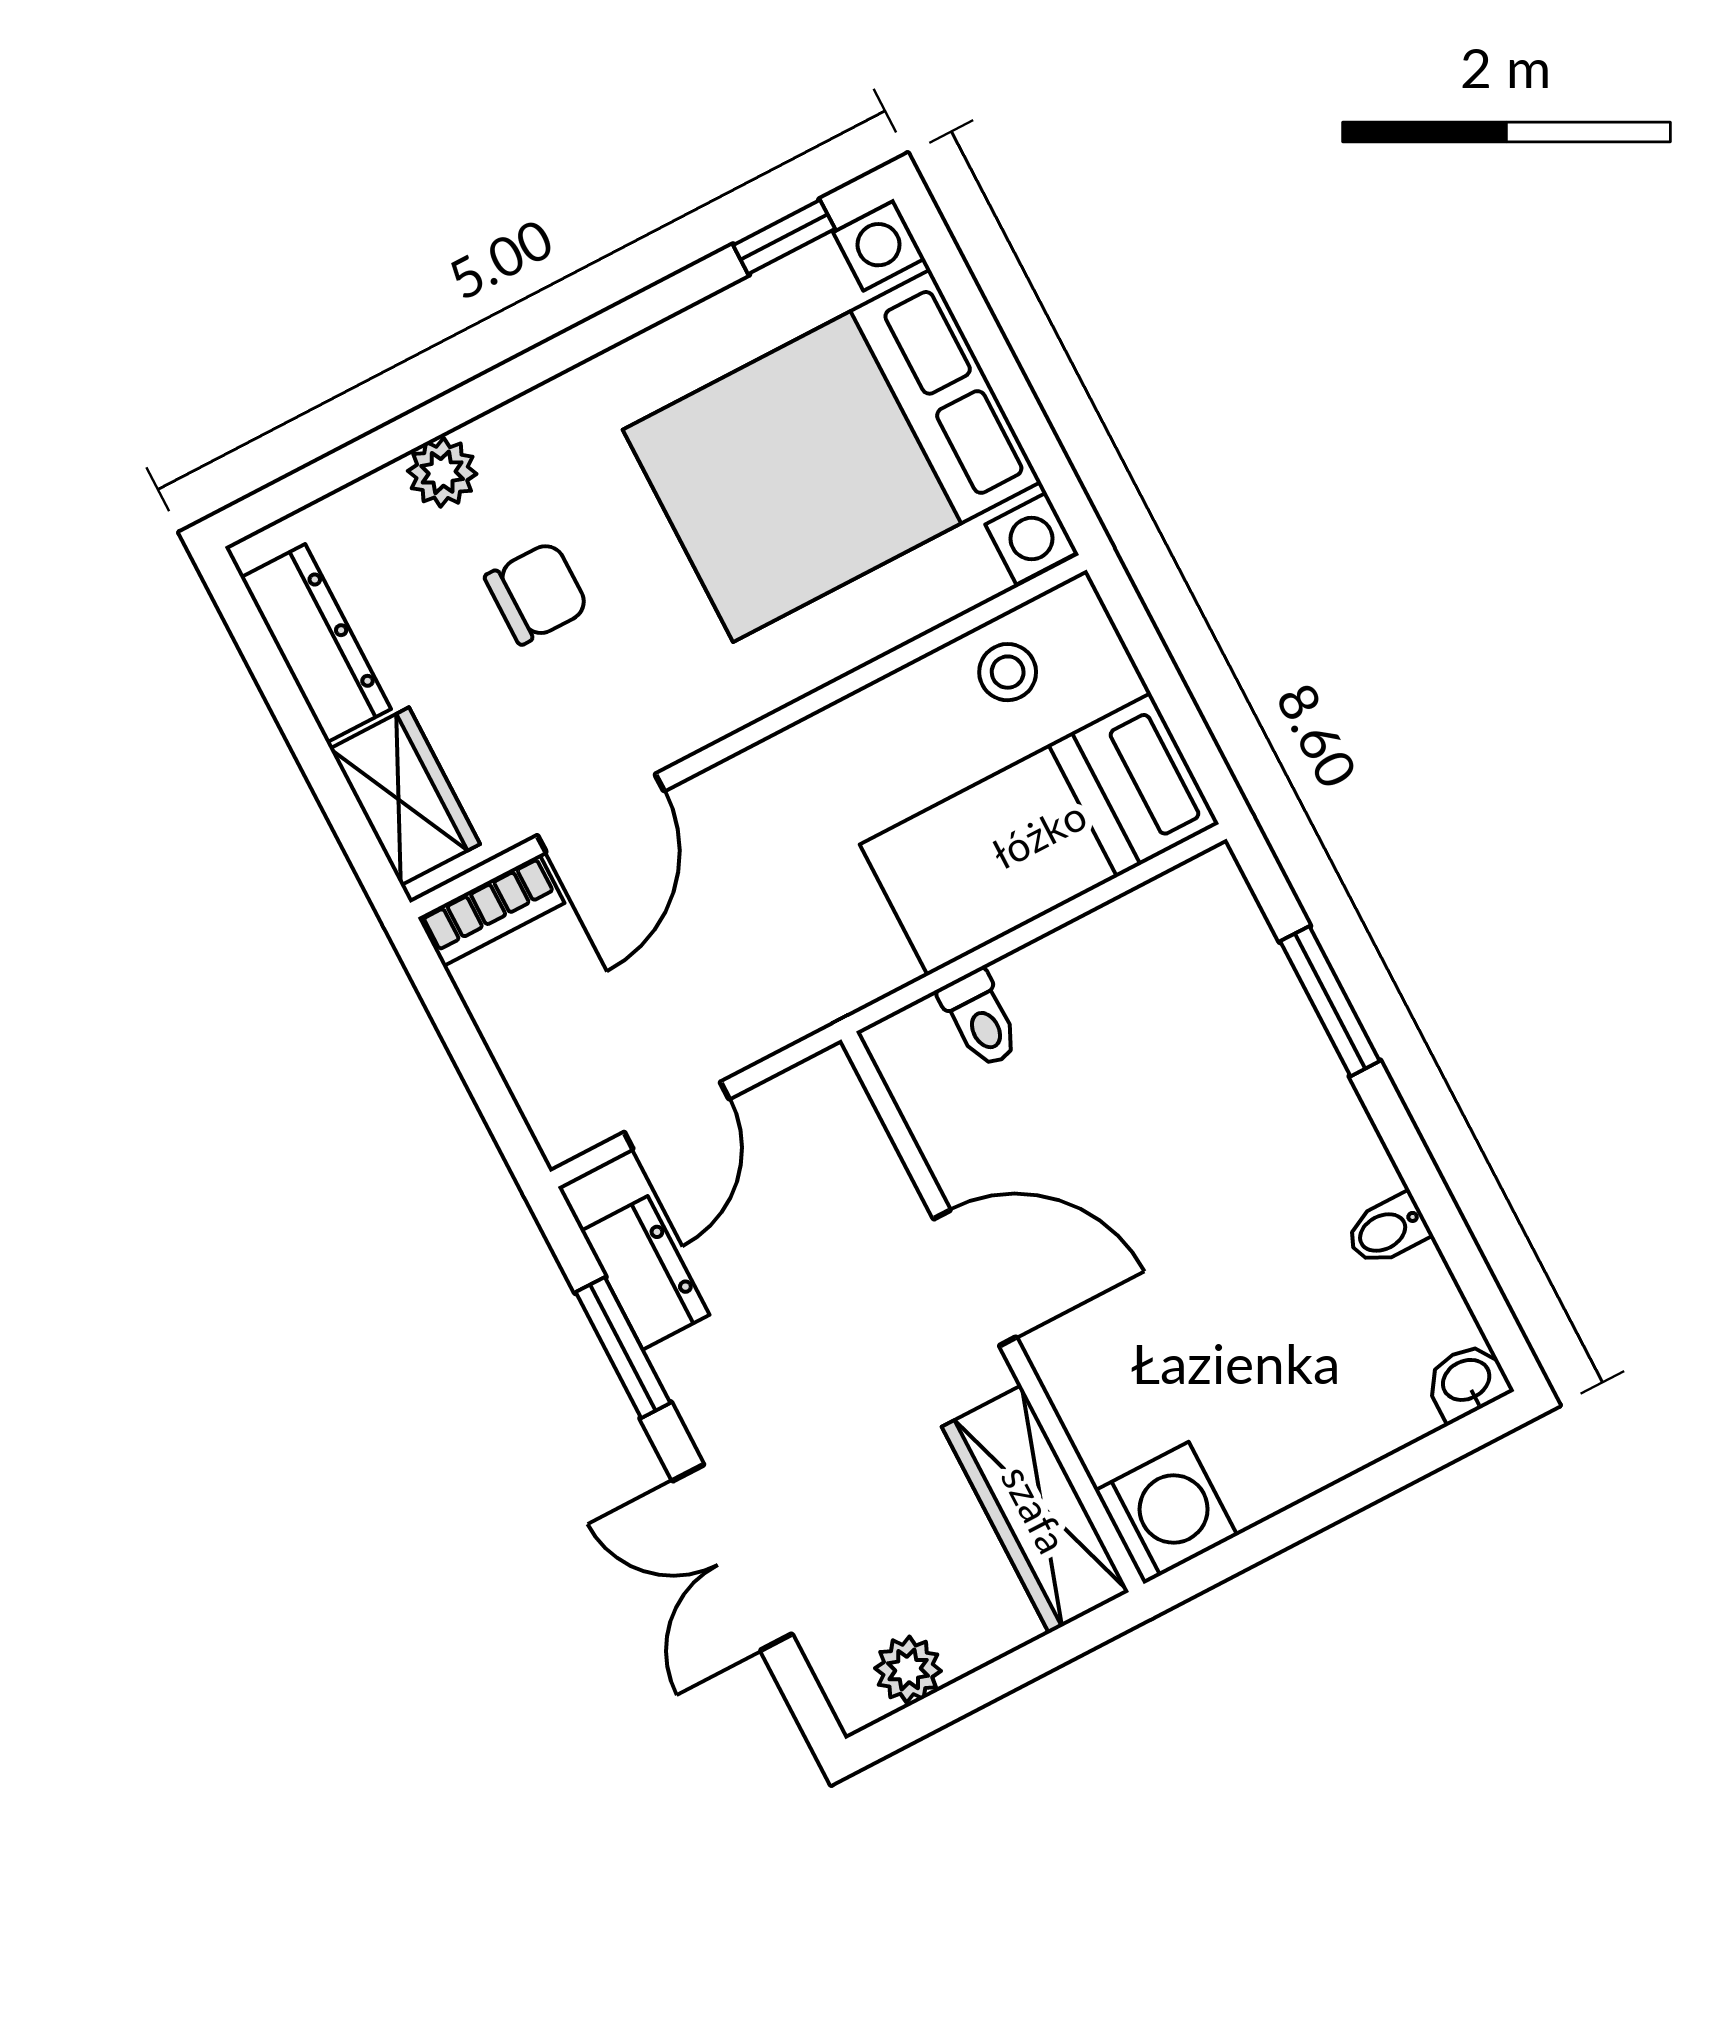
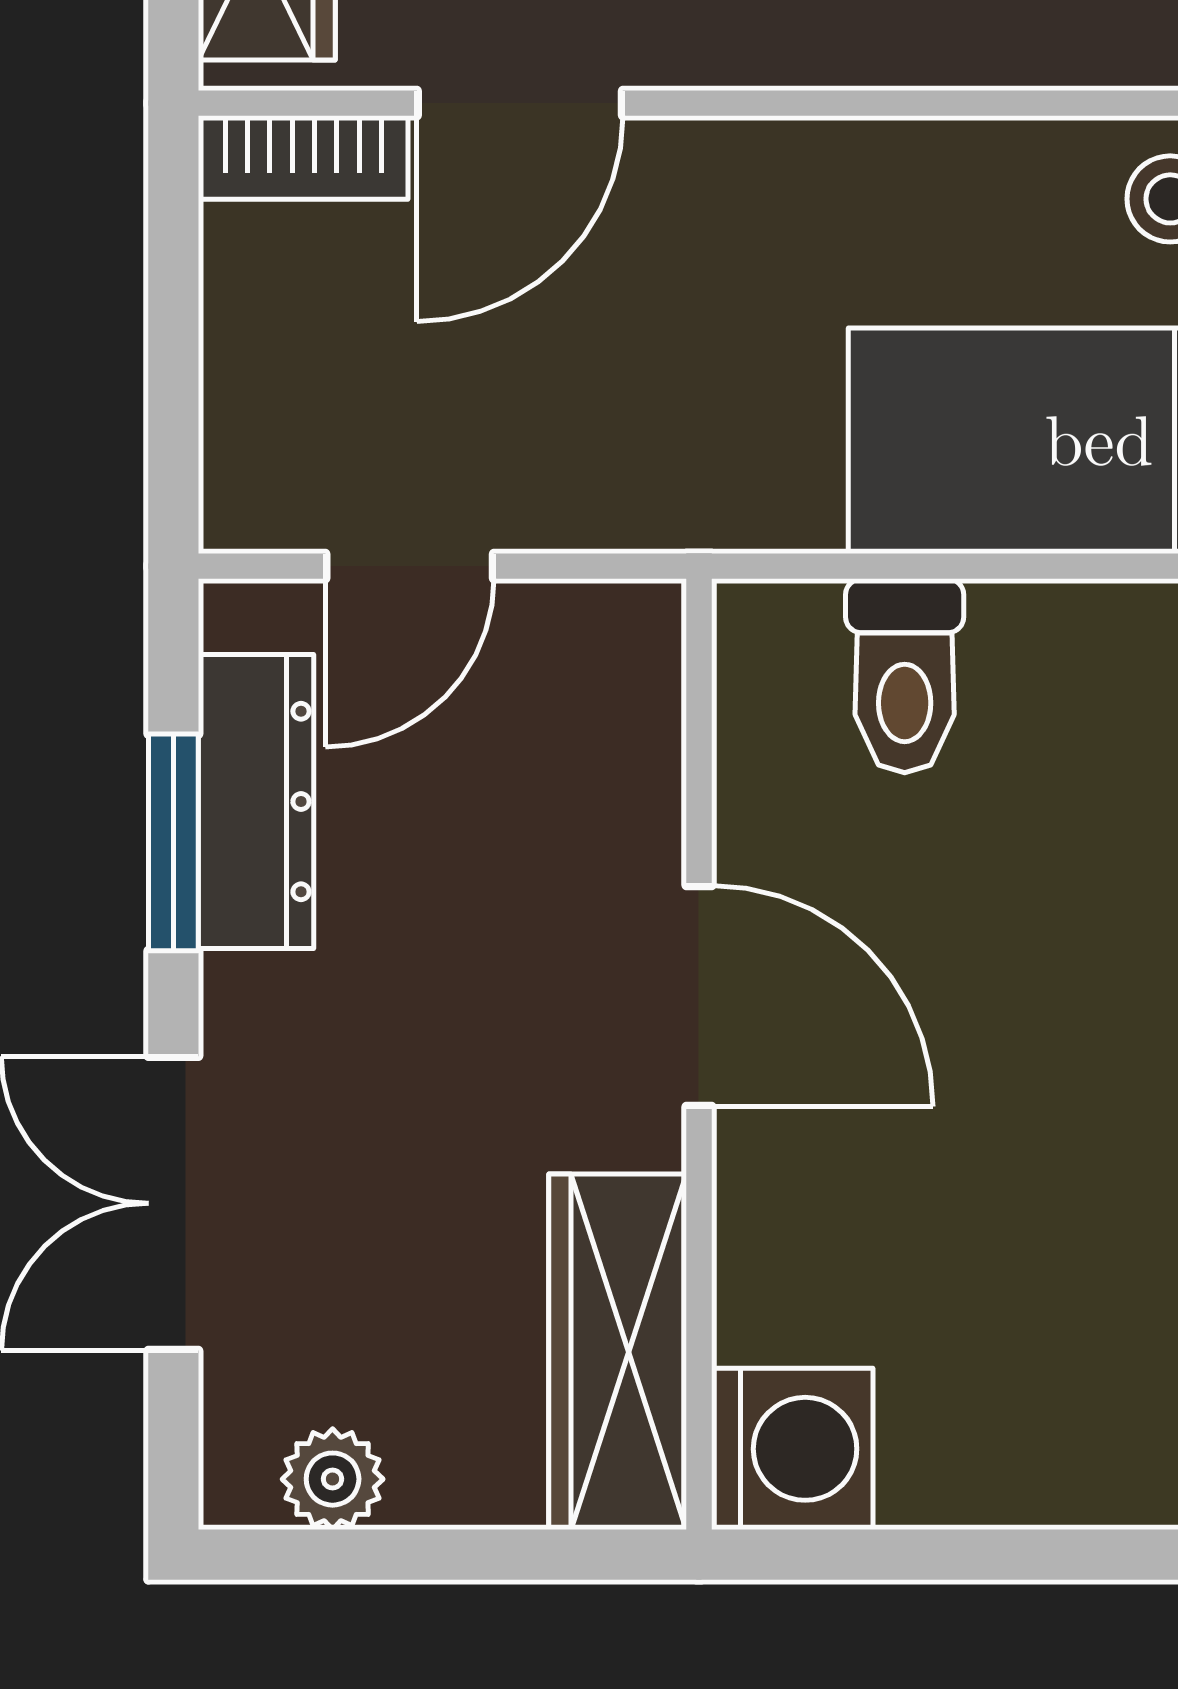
toilet: (980, 1019) -> (905, 676), width x1.37, depth x1.39
dresser: (645, 1273) -> (256, 802), width x1.44

